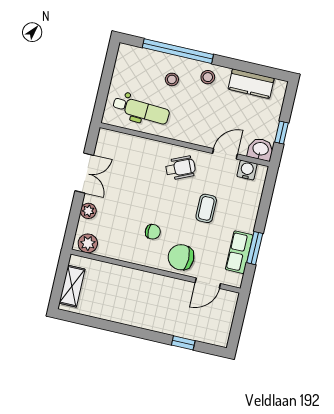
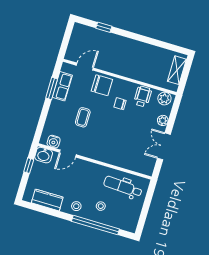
wheelchair: (180, 168) -> (143, 96), moved, turned 114

